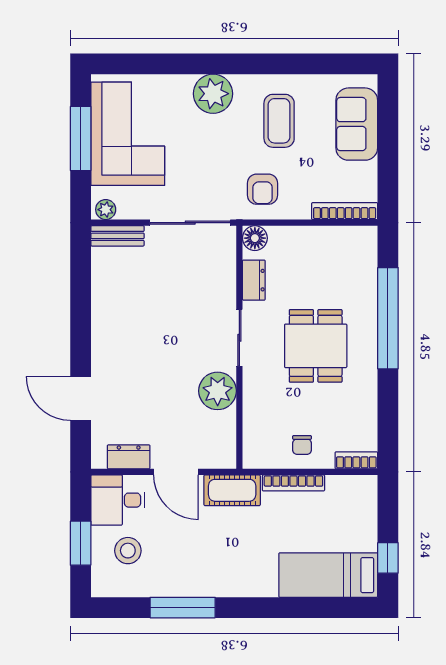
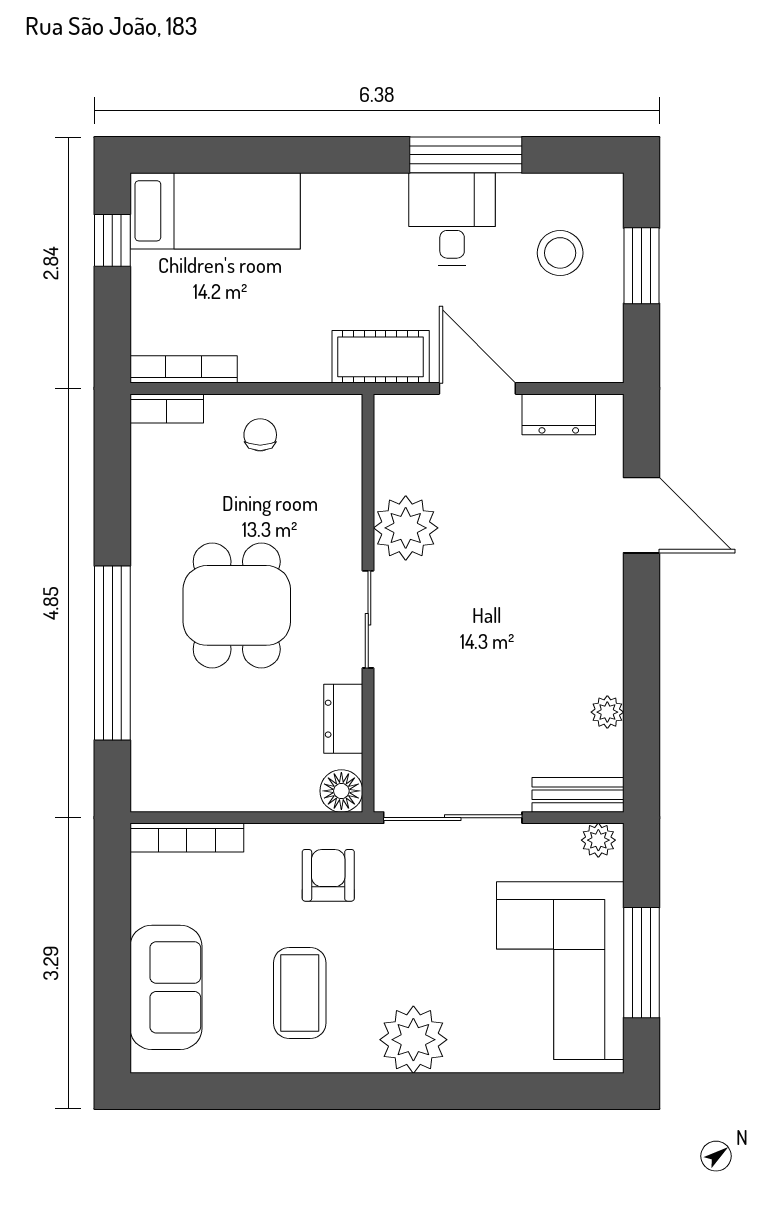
plant: (100, 284) -> (607, 712), added
bookcase: (293, 483) -> (184, 369), moved
desk: (118, 500) -> (452, 219), moved, turned -90

